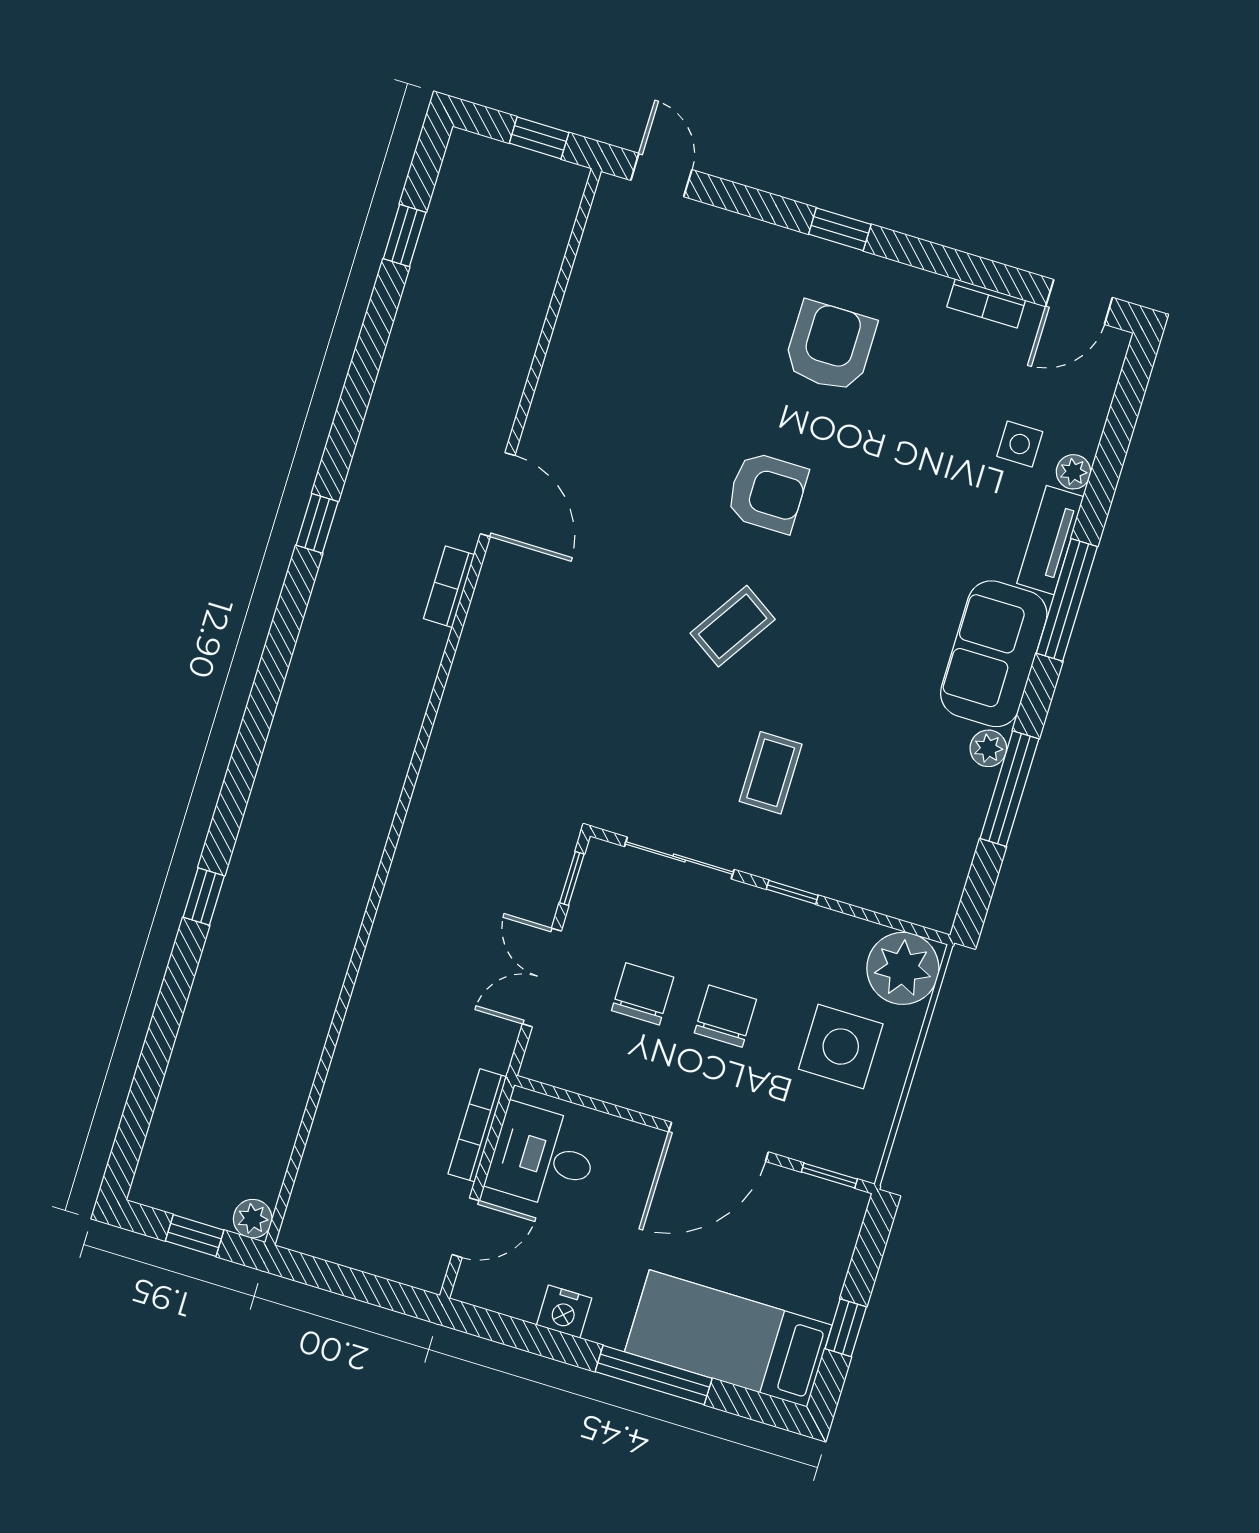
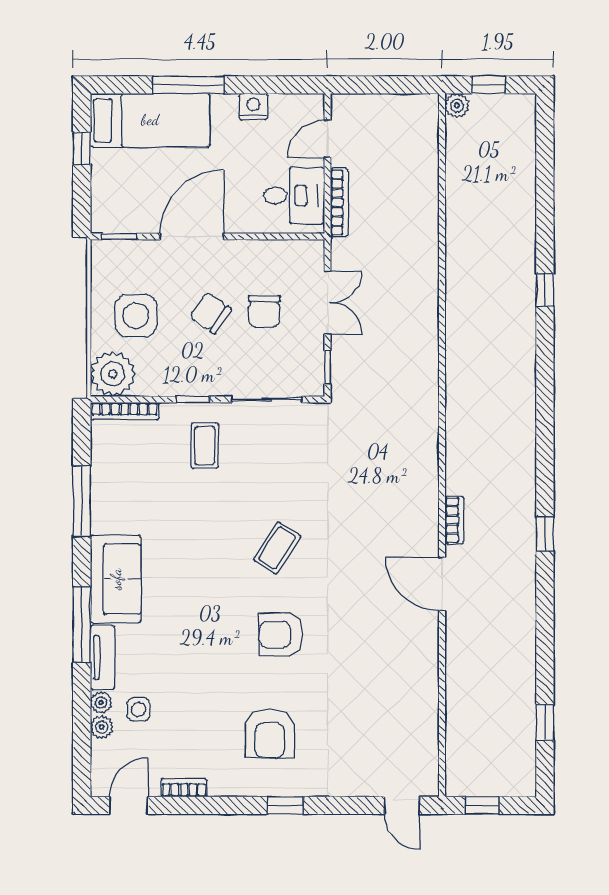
plant: (988, 748) -> (102, 727), moved
coffee table: (771, 773) -> (205, 446), moved
bookcase: (902, 906) -> (124, 411), added
chair: (725, 1016) -> (210, 313), turned 124

